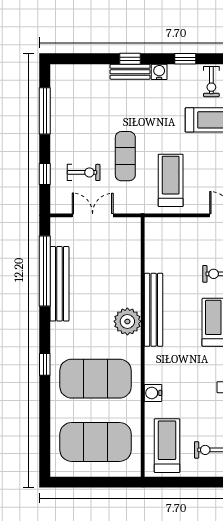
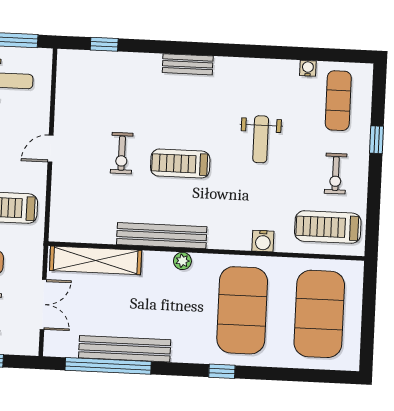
double door: (93, 215) -> (43, 304), swing flipped
shelving: (131, 257) -> (96, 260), added
plant: (127, 321) -> (182, 261), width x0.53, depth x0.53

